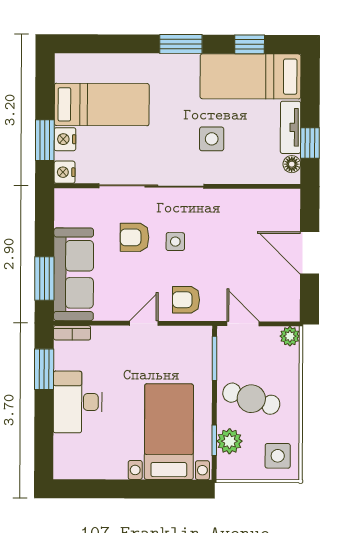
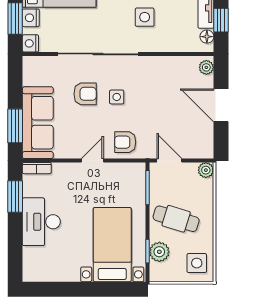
plant: (291, 204) -> (206, 67), added
armchair: (135, 237) -> (85, 94), turned 180

